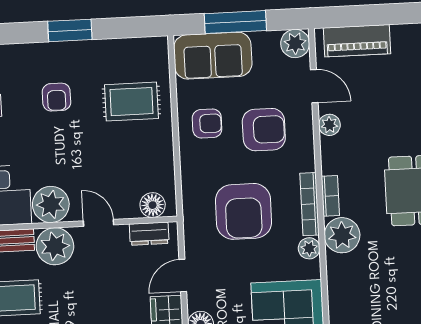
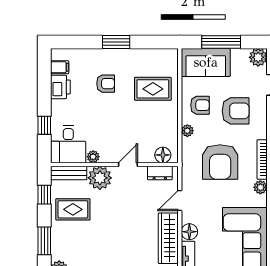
armchair: (56, 97) -> (106, 84), turned -90
plant: (189, 165) -> (187, 131), added
plant: (51, 204) -> (93, 157), width x0.53, depth x0.53
door: (98, 223) -> (128, 164), hinge flipped

